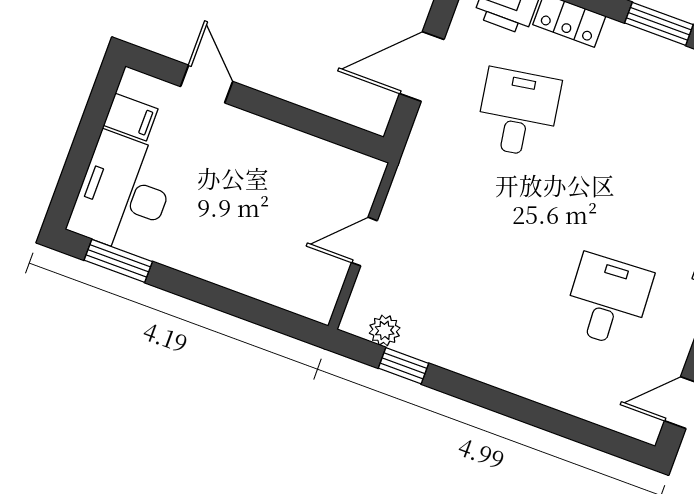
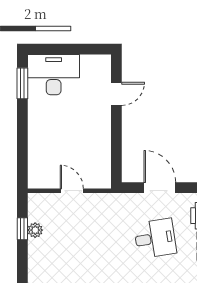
filing cabinet: (131, 117) -> (89, 65), removed
plant: (385, 330) -> (35, 230), moved

